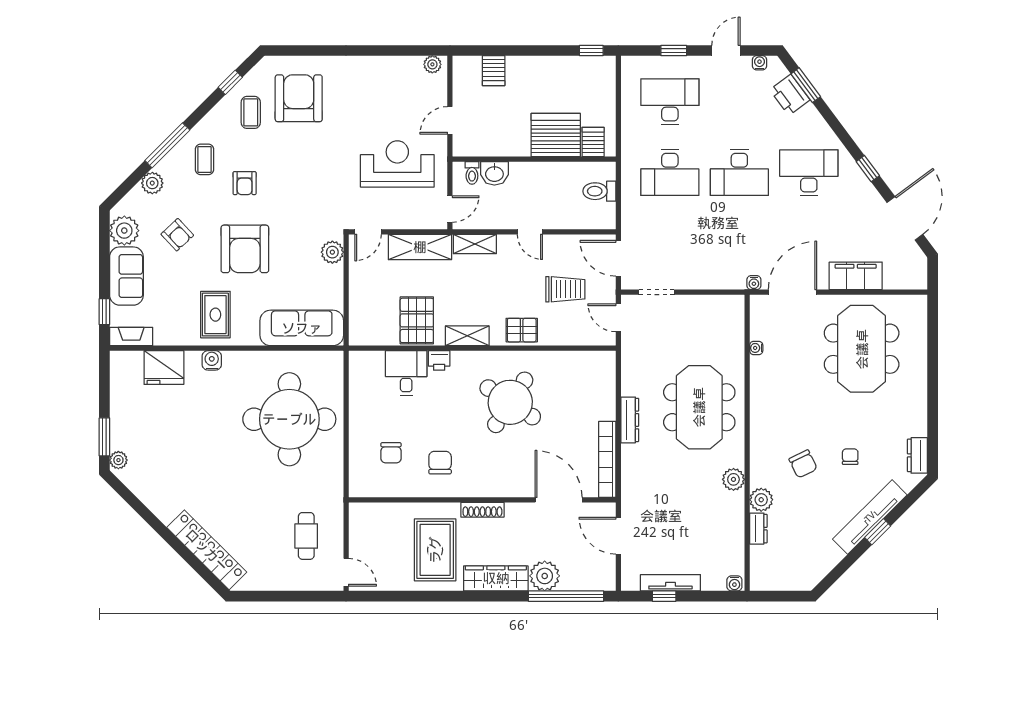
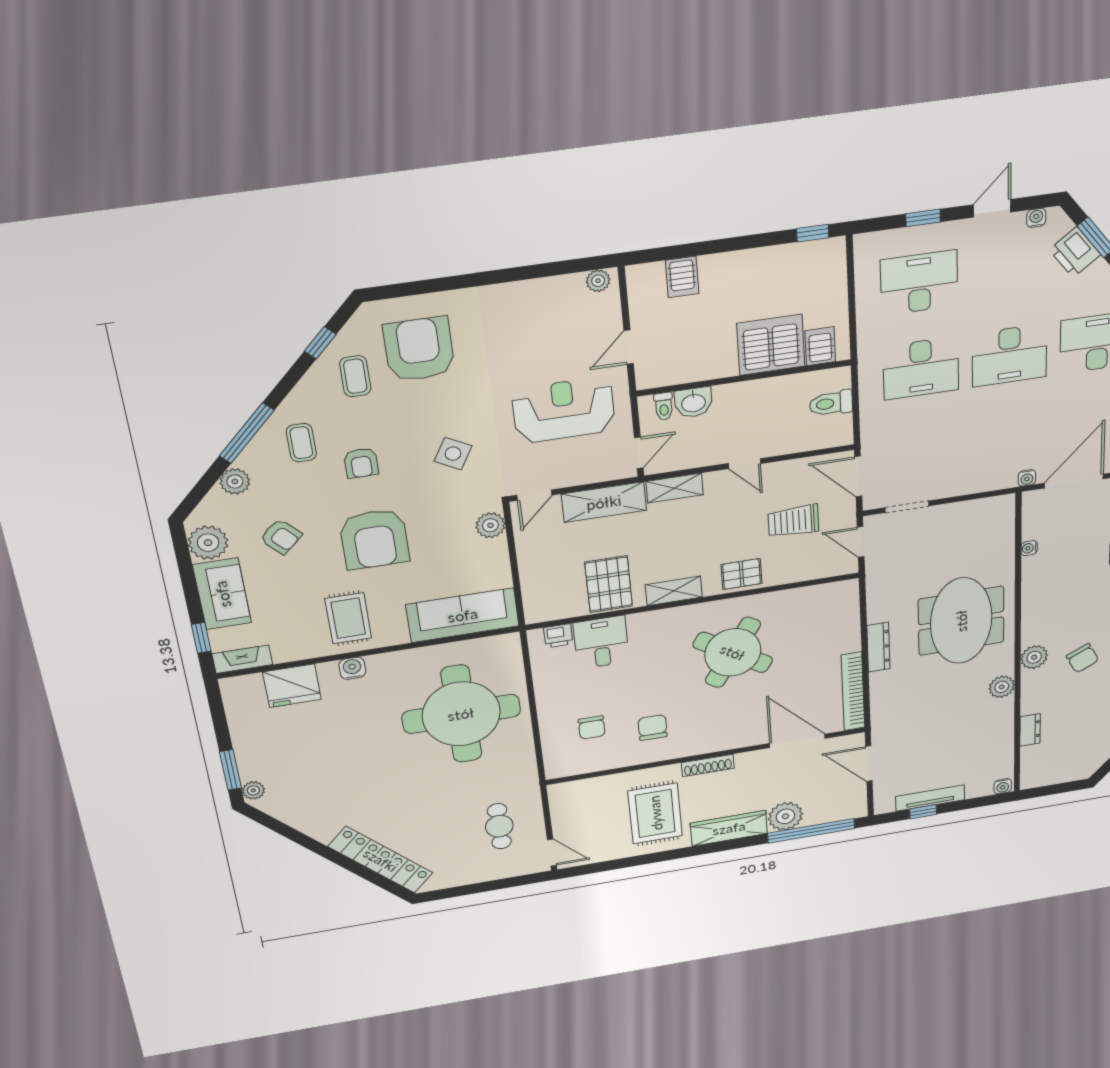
side table: (312, 187) -> (453, 454), added
trolley: (565, 289) -> (793, 521), turned 180
printer: (439, 360) -> (558, 636), moved
plant: (761, 500) -> (1034, 657), moved

